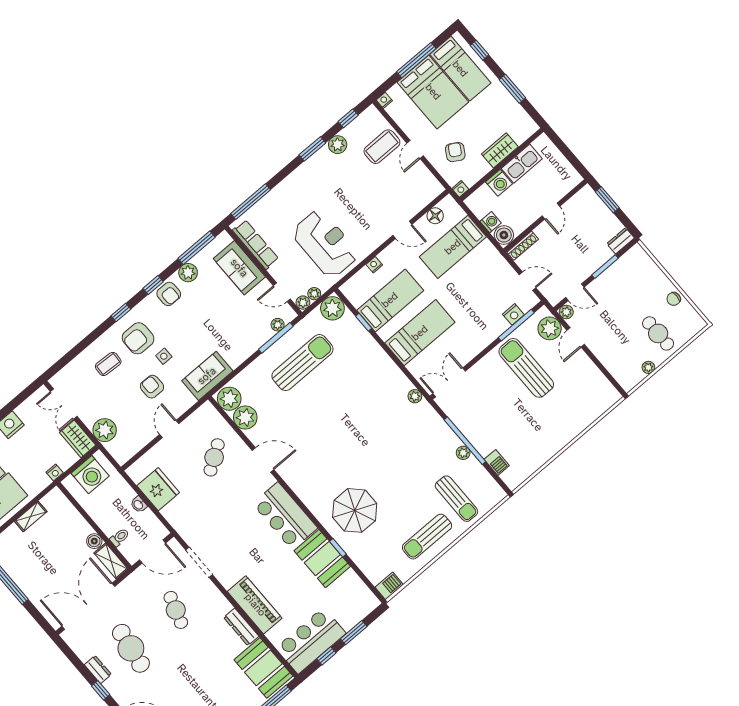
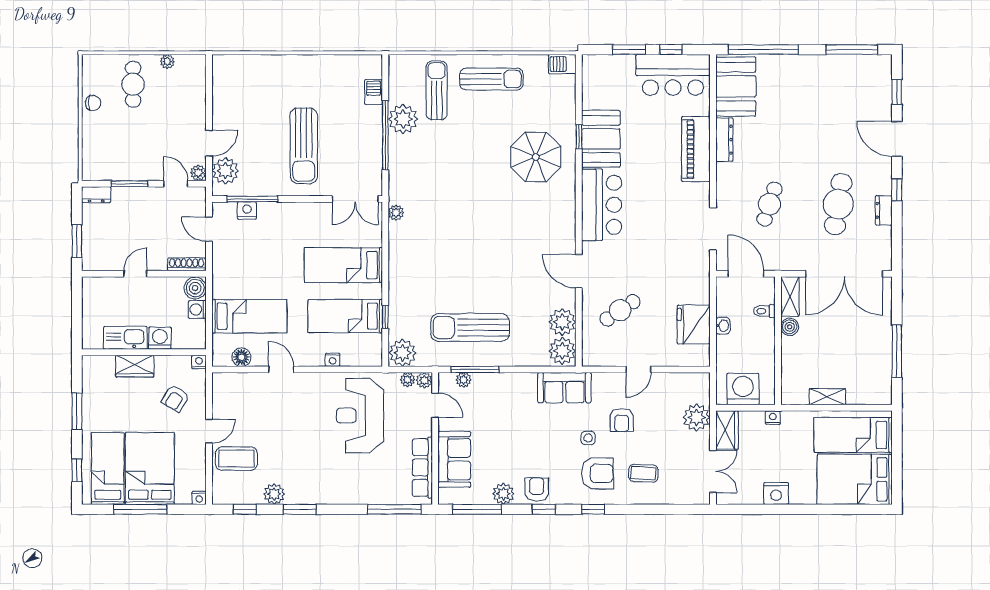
sun lounger: (526, 368) -> (304, 146), moved
plant: (463, 453) -> (403, 119), width x1.87, depth x1.87

